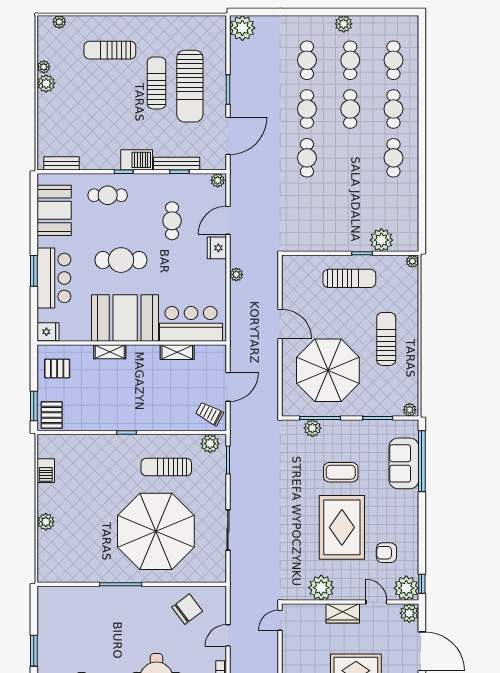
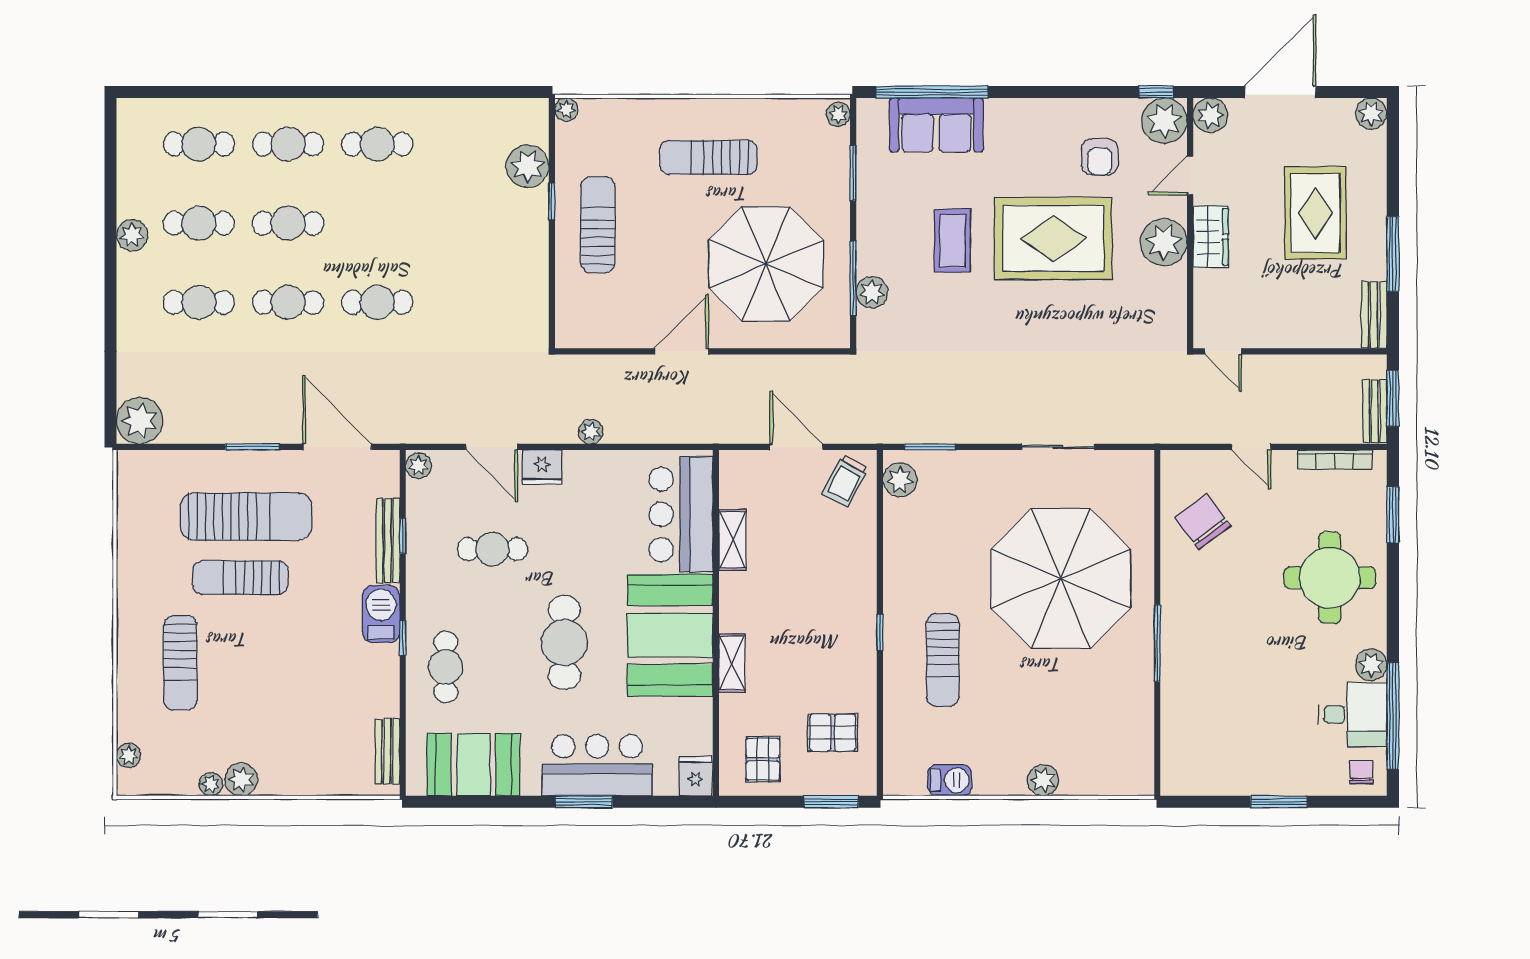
pallet: (52, 415) -> (833, 733), moved
sun lounger: (166, 467) -> (943, 660), moved
plant: (321, 588) -> (1164, 242), moved

